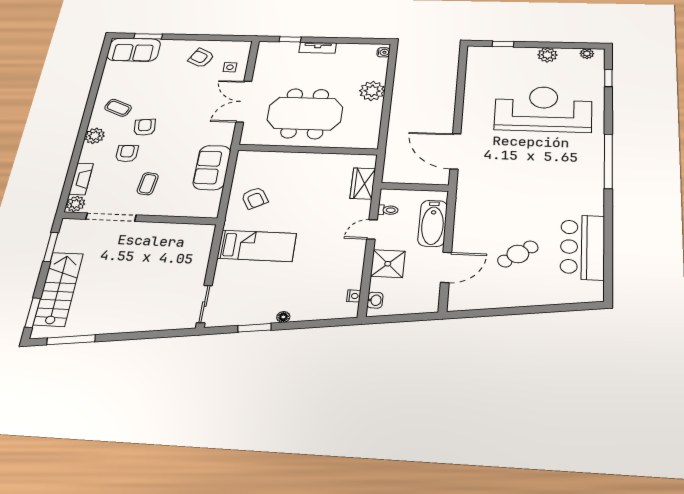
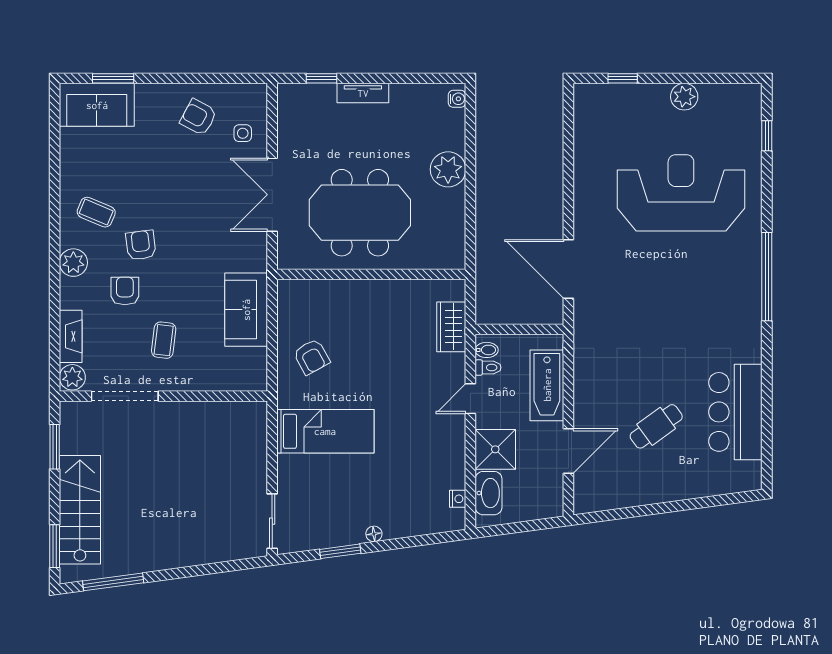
plant: (587, 54) -> (738, 93), removed
bidet: (388, 199) -> (487, 350), added
washbasin: (375, 300) -> (489, 493), width x1.91, depth x1.45

